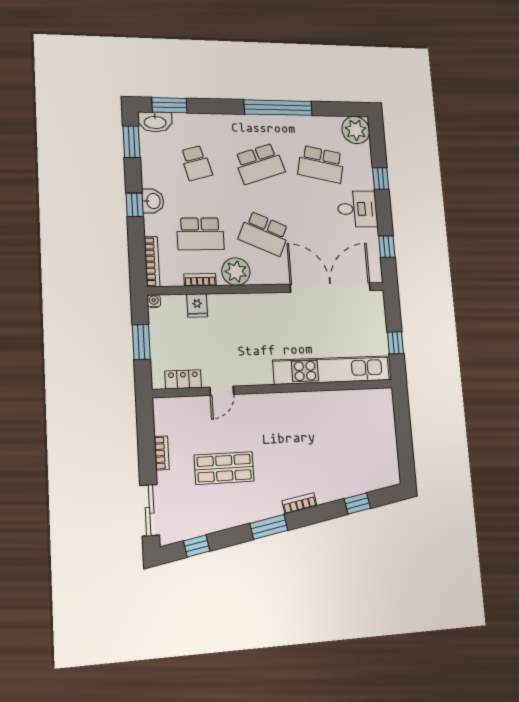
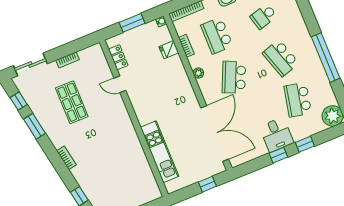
window: (387, 246) -> (278, 155), moved
plant: (236, 272) -> (198, 73), width x0.53, depth x0.53
window: (395, 343) -> (207, 184), moved
kitchen unit: (331, 370) -> (160, 152), width x0.73
window: (269, 527) -> (35, 126), moved

